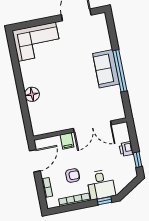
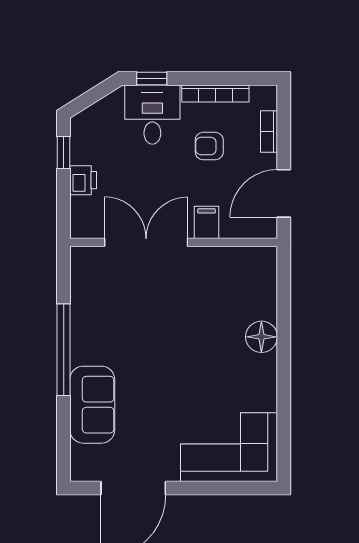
sofa: (106, 69) -> (92, 405), moved

